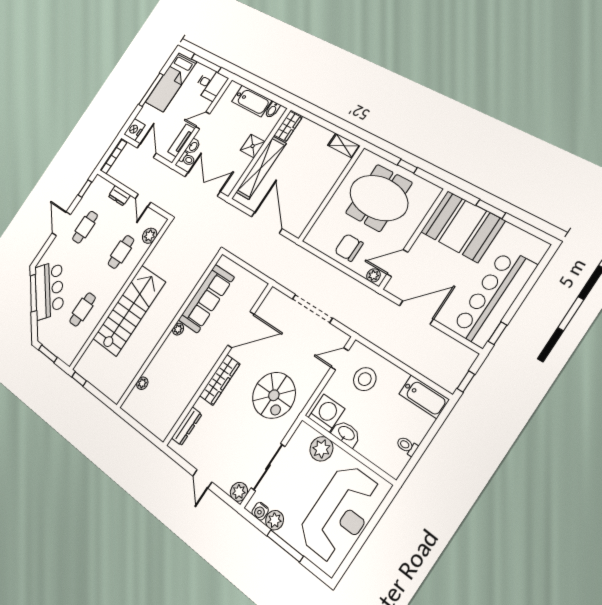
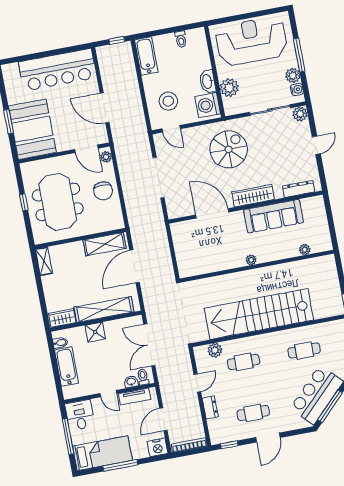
shelving: (307, 211) -> (105, 244), added
sofa: (206, 299) -> (274, 216), moved, turned 180
stairs: (129, 310) -> (259, 314), width x1.36
window: (498, 333) -> (75, 48), removed

